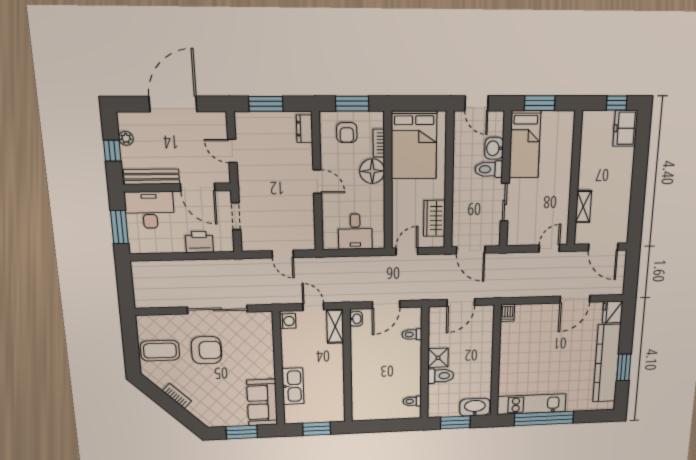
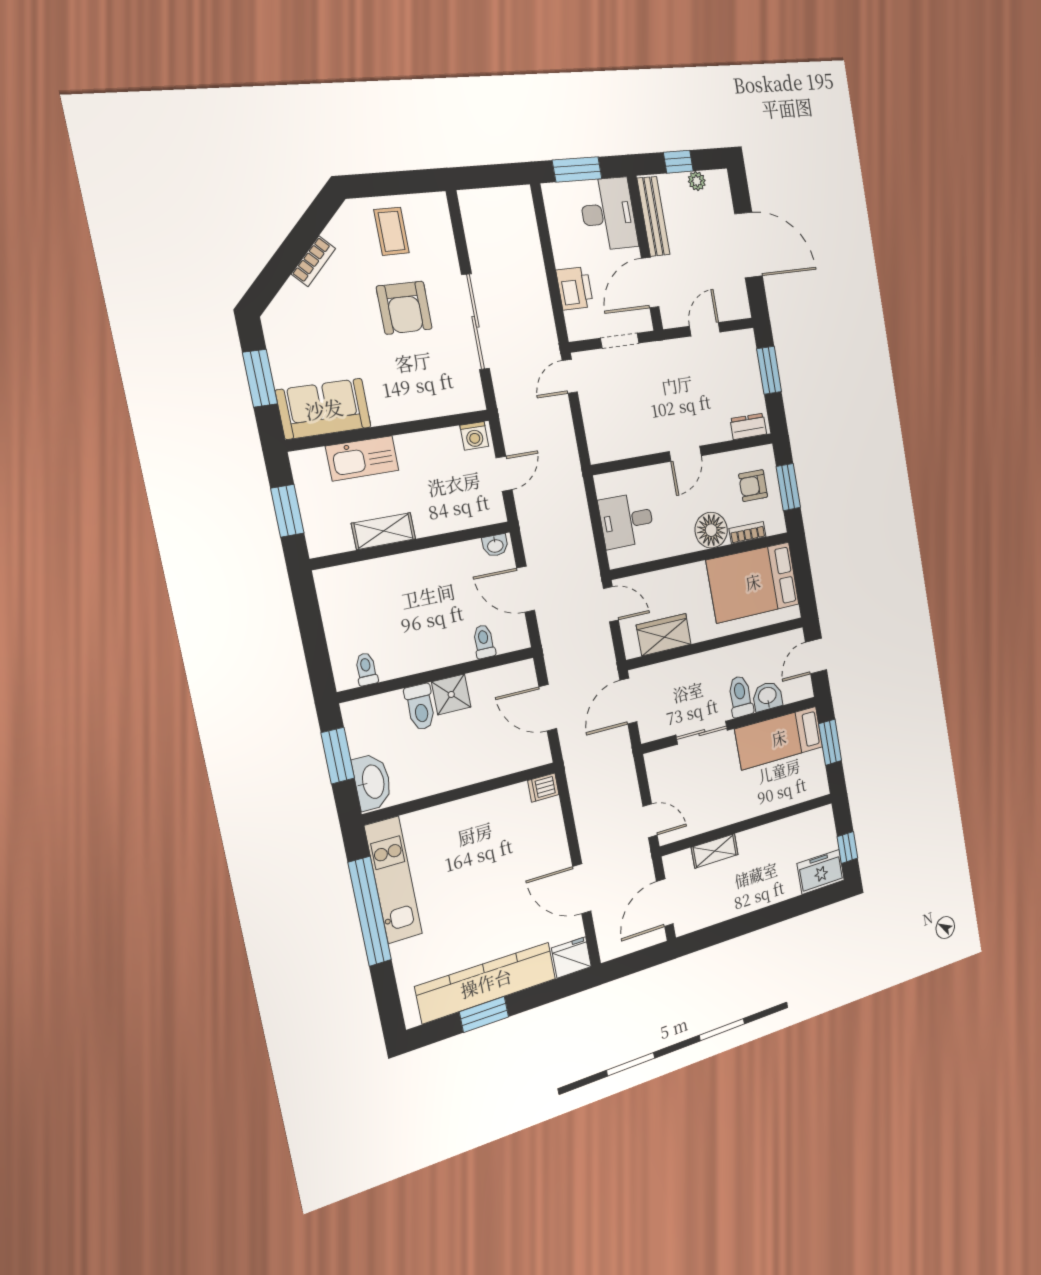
door: (283, 254) -> (570, 376), moved
shelving: (335, 326) -> (384, 531), moved
coffee table: (160, 351) -> (392, 231), width x0.73, depth x0.77

